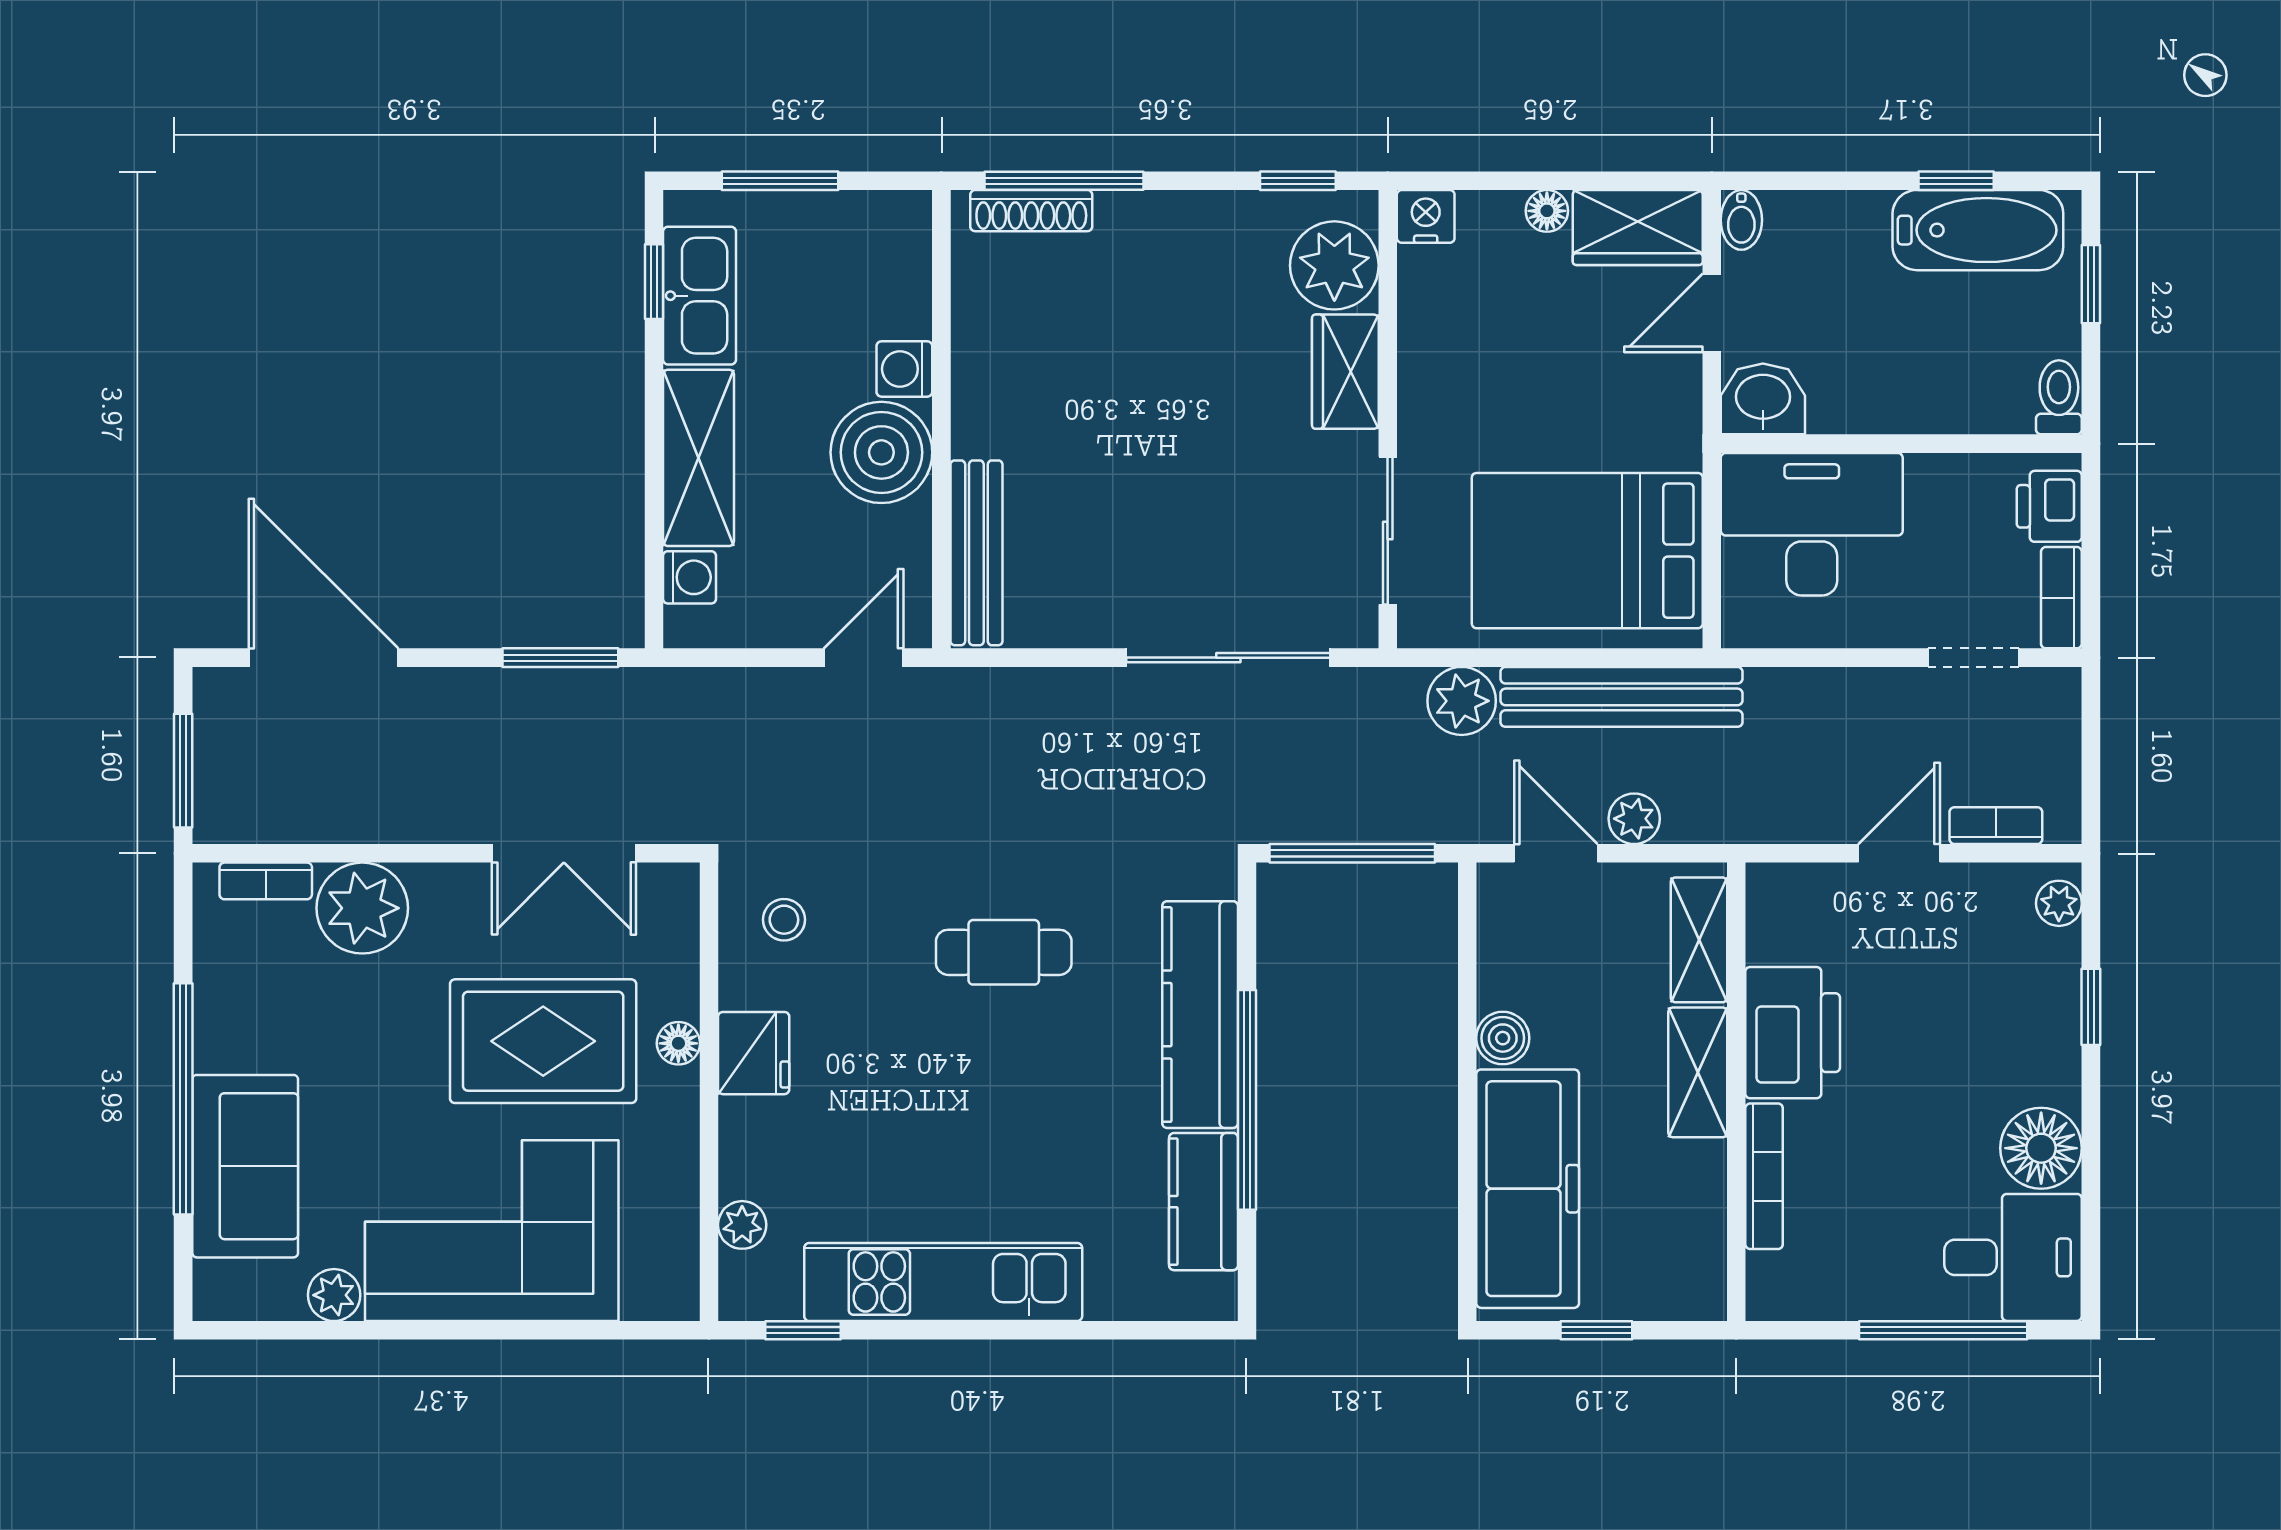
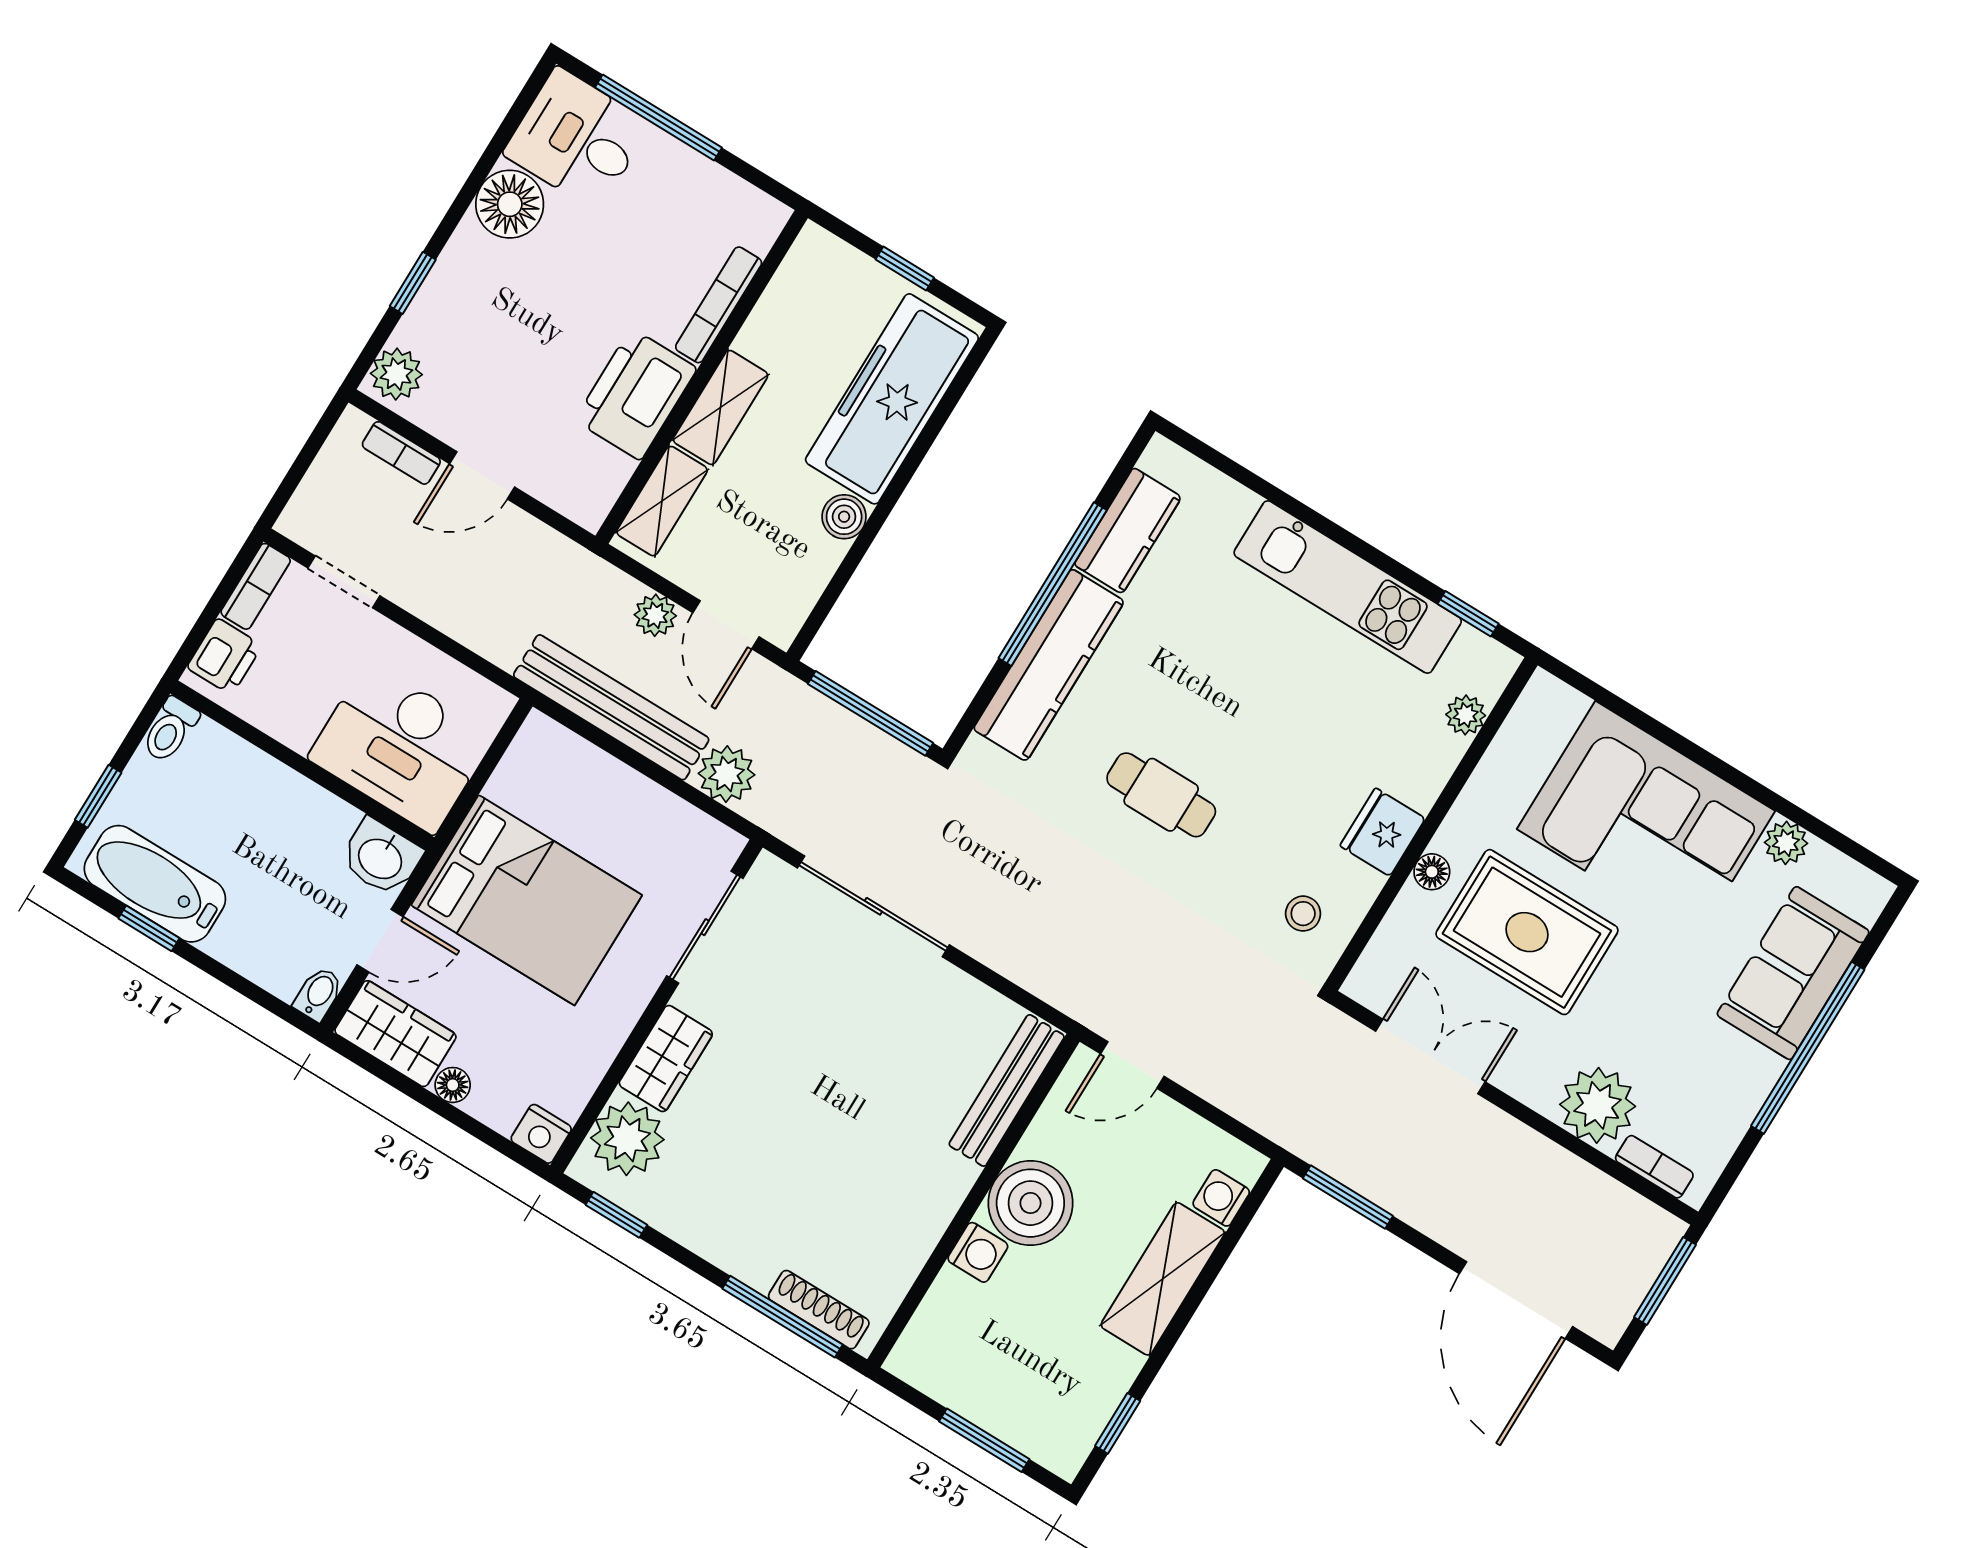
kitchen sink: (699, 296) -> (1091, 1394), removed
bed: (1587, 551) -> (526, 900), moved
plant: (2059, 903) -> (396, 374), width x1.38, depth x1.38

